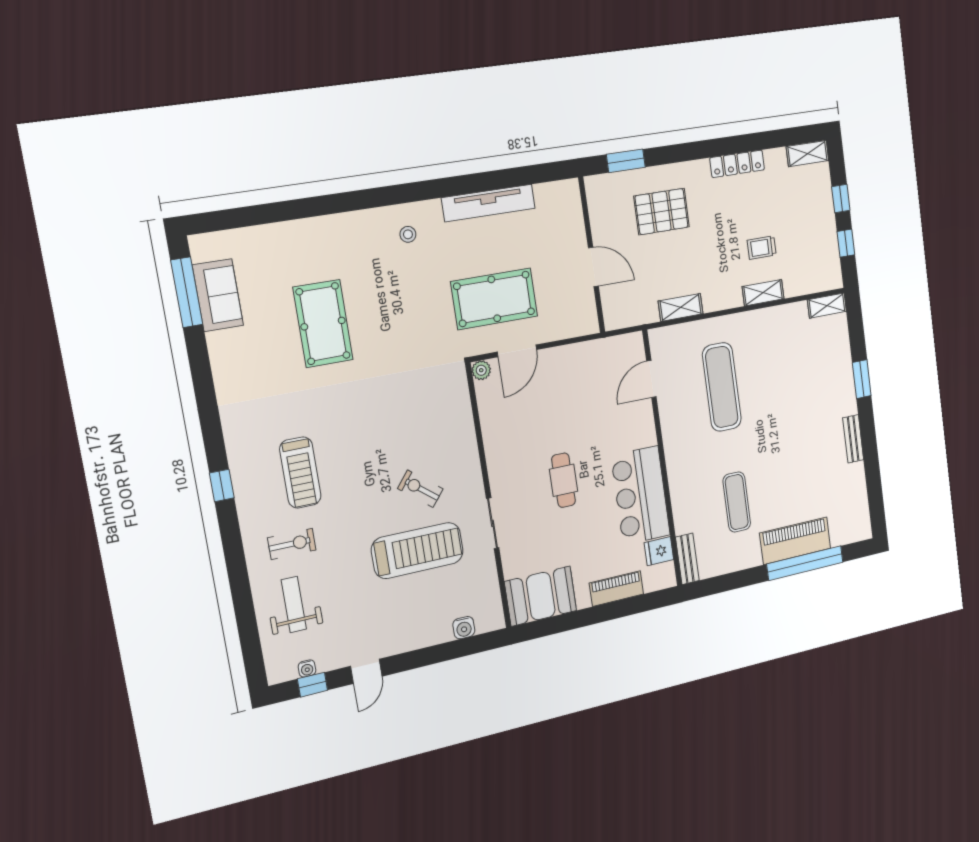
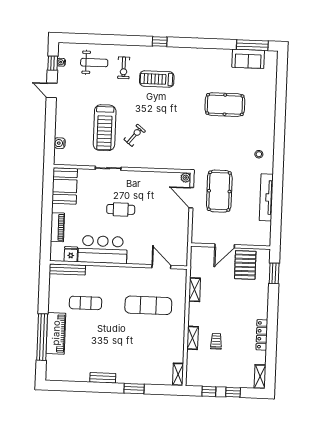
pallet: (662, 212) -> (245, 265), moved
bench: (687, 559) -> (67, 270), width x1.36

